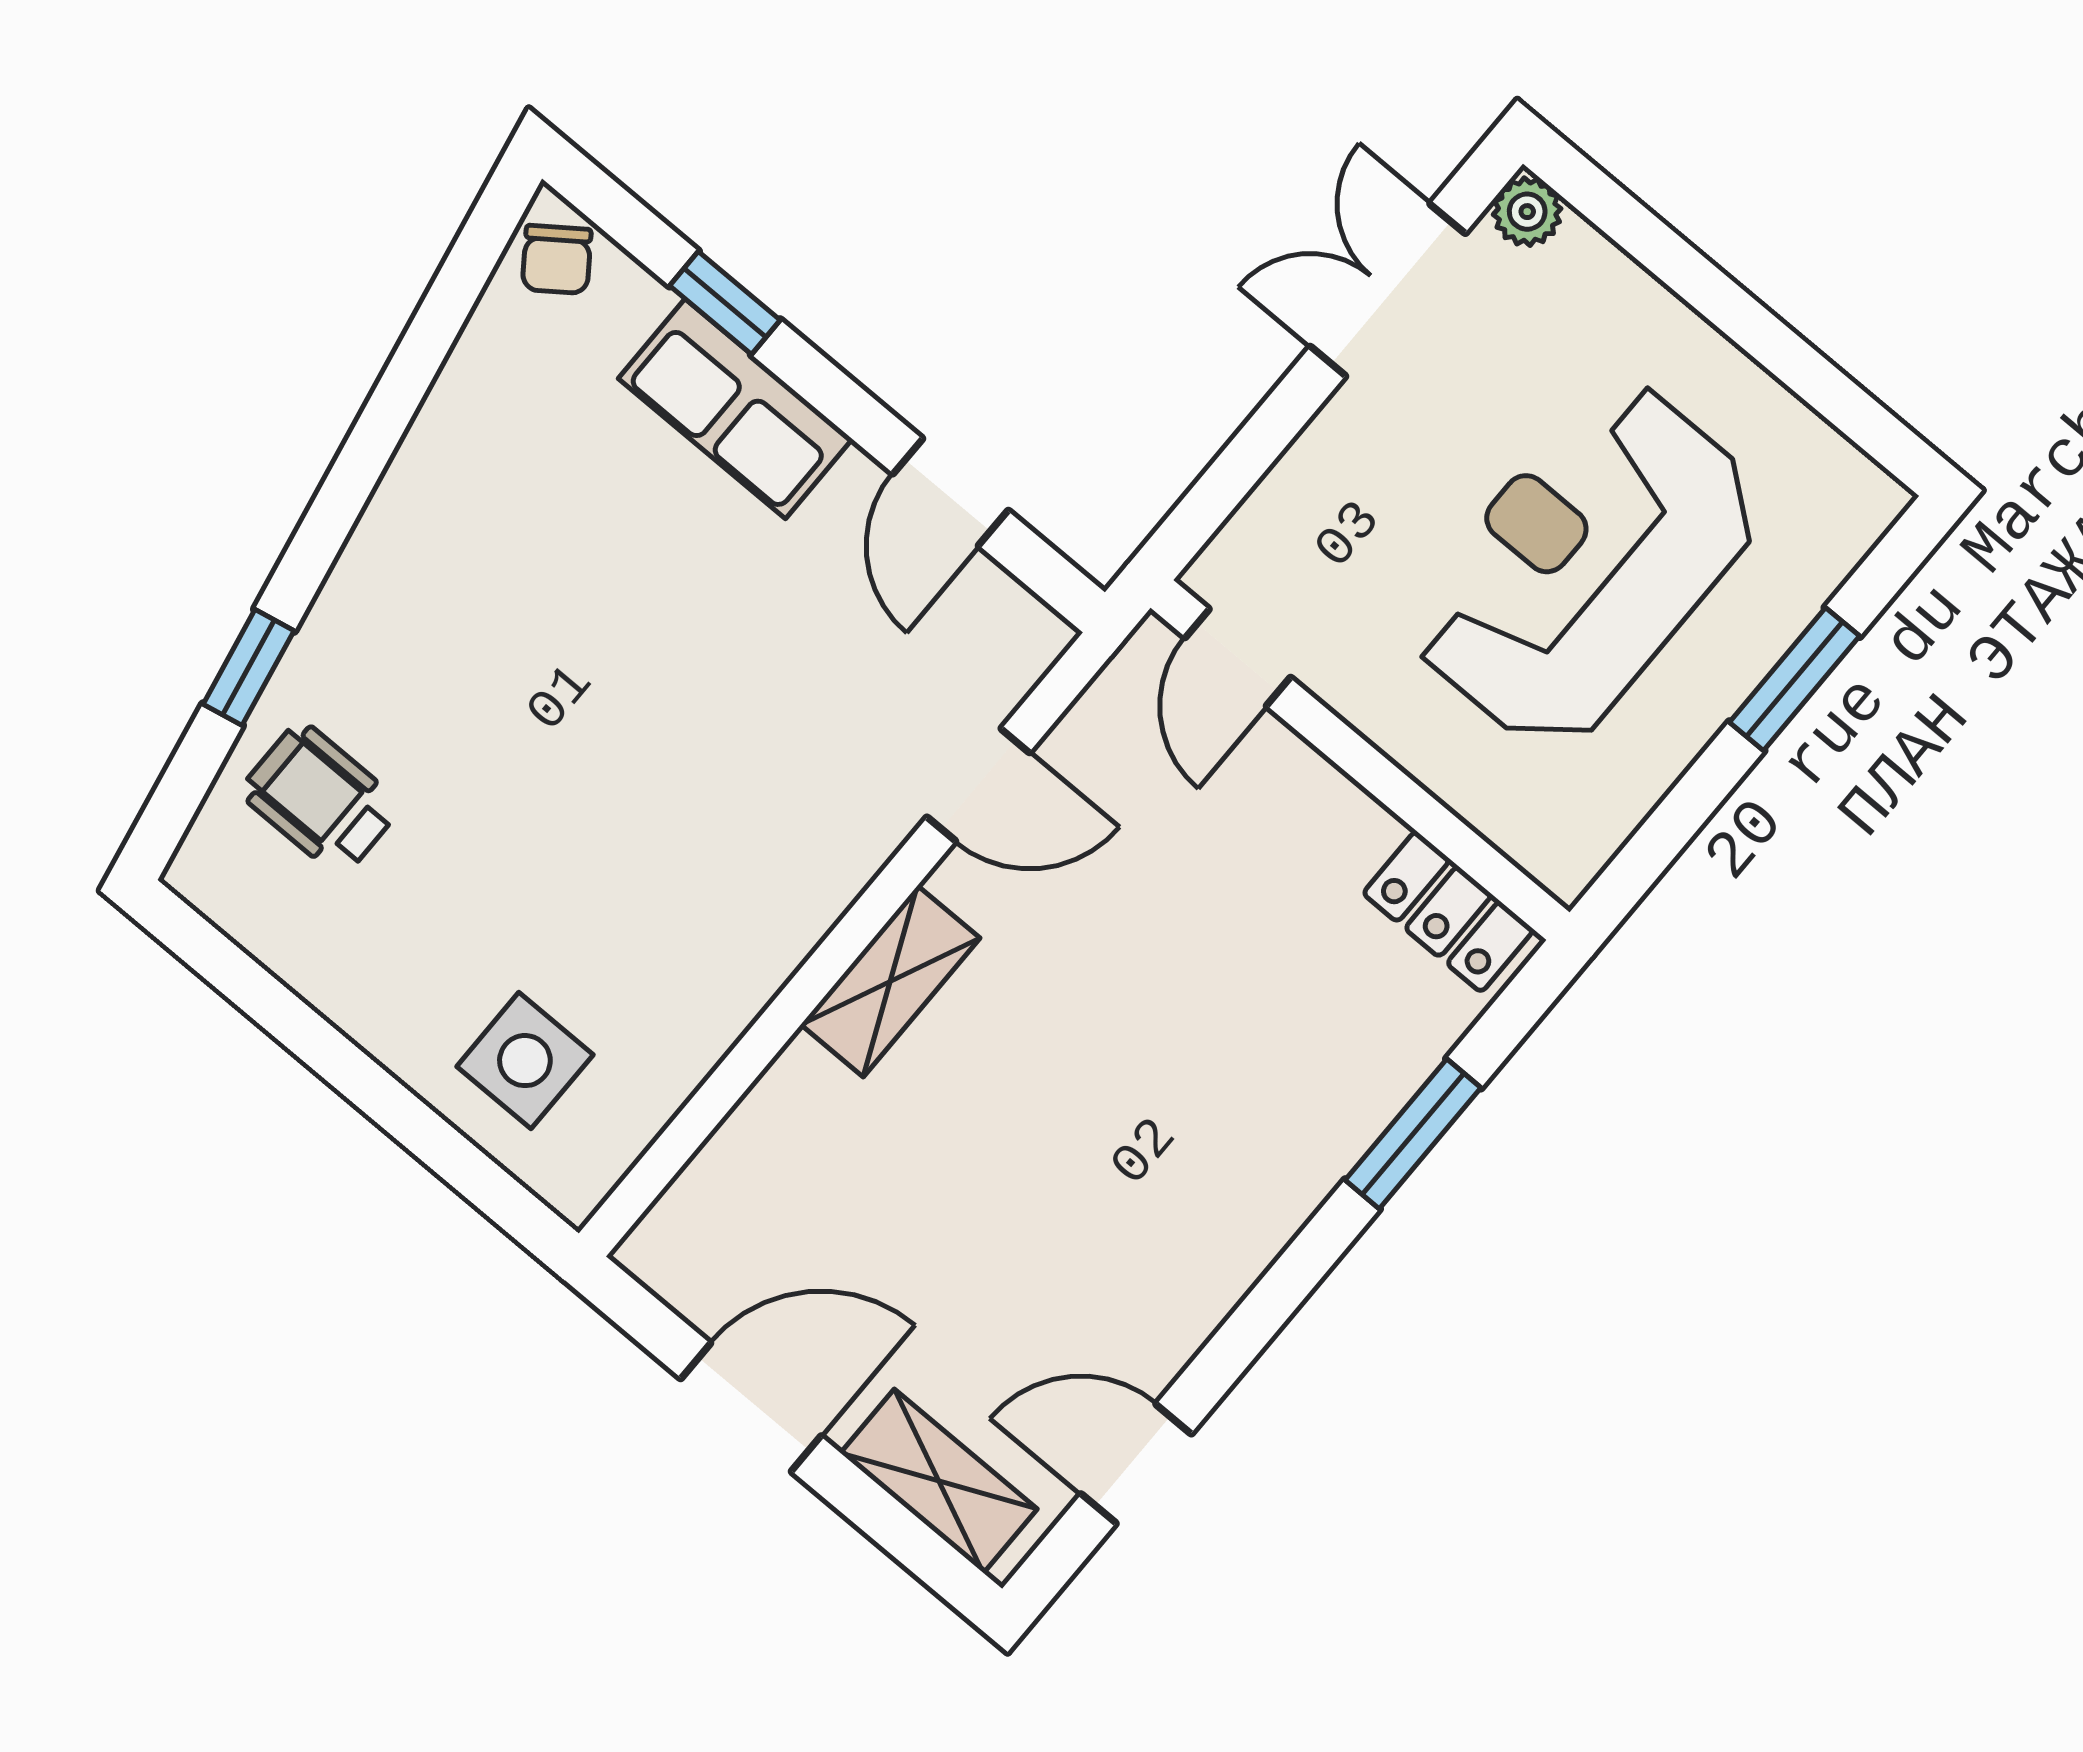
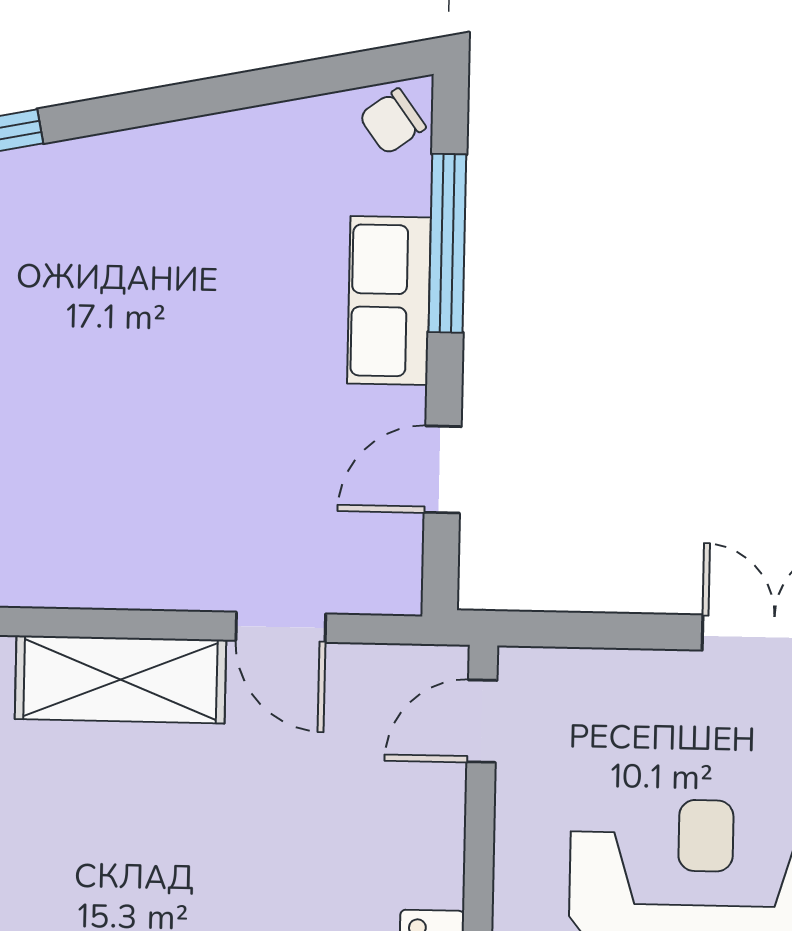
window: (725, 303) -> (447, 243), width x2.17
shelving: (890, 981) -> (120, 679), width x1.50, depth x1.33

